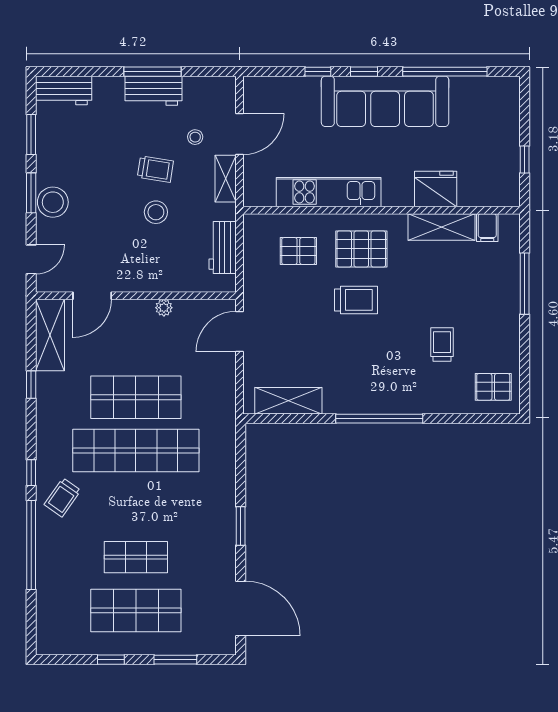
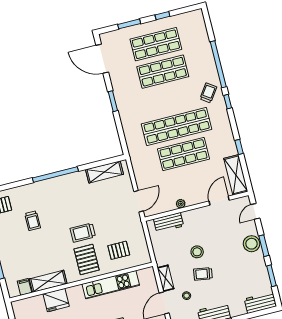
workbench: (223, 247) -> (169, 223), moved, turned 90
pallet: (361, 249) -> (87, 259), turned 90
shop shelf: (136, 557) -> (163, 72), width x1.43, depth x1.36

